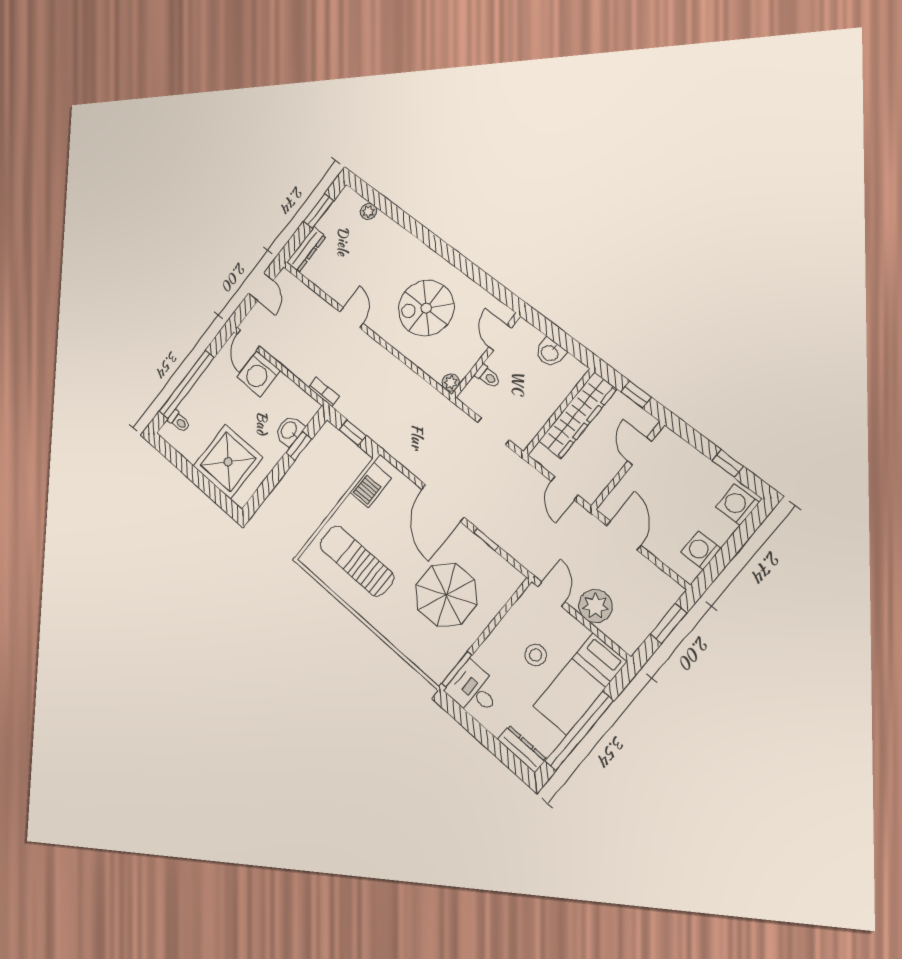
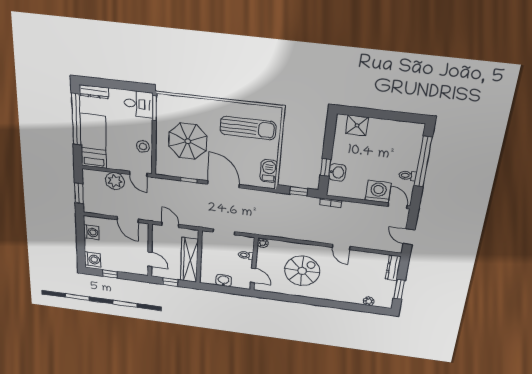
toilet: (179, 421) -> (408, 176), moved
shower: (228, 462) -> (357, 125), width x0.54, depth x0.54
stool: (536, 655) -> (143, 147), moved

